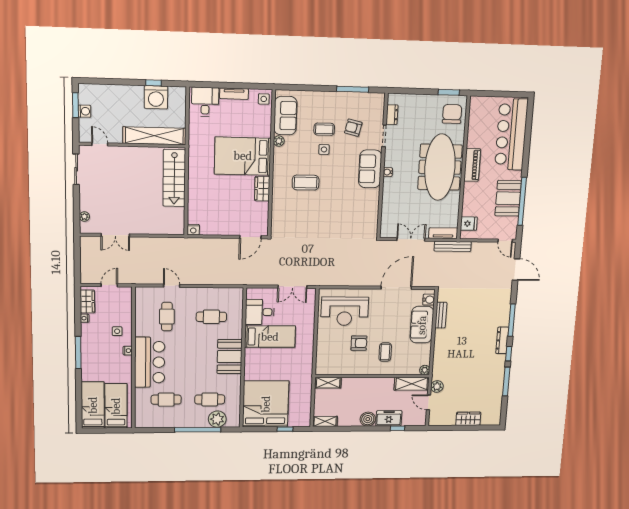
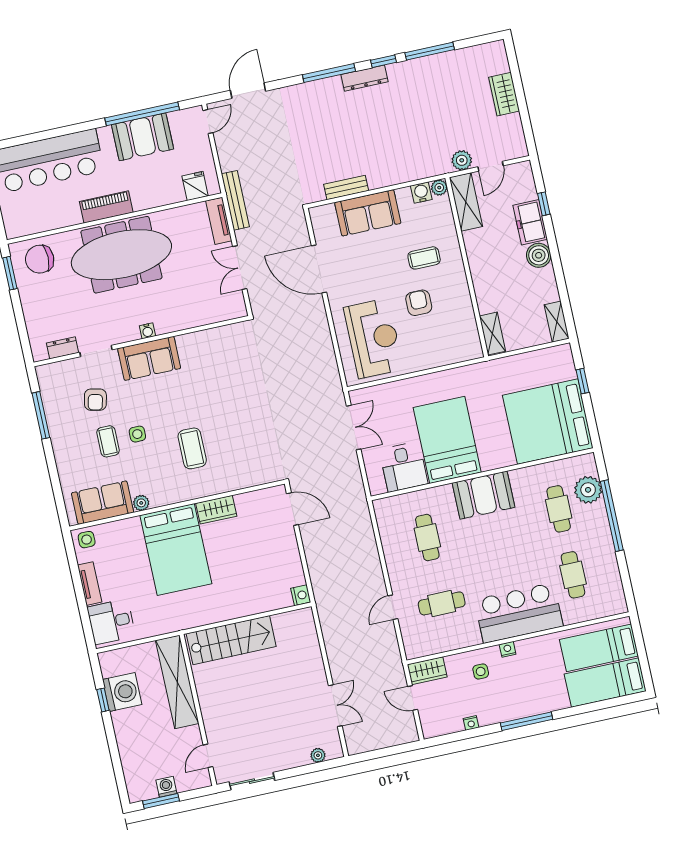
water cooler: (429, 300) -> (421, 193), moved
wardrobe: (87, 301) -> (427, 671), moved, turned 180
bed: (270, 337) -> (447, 440), width x1.50

